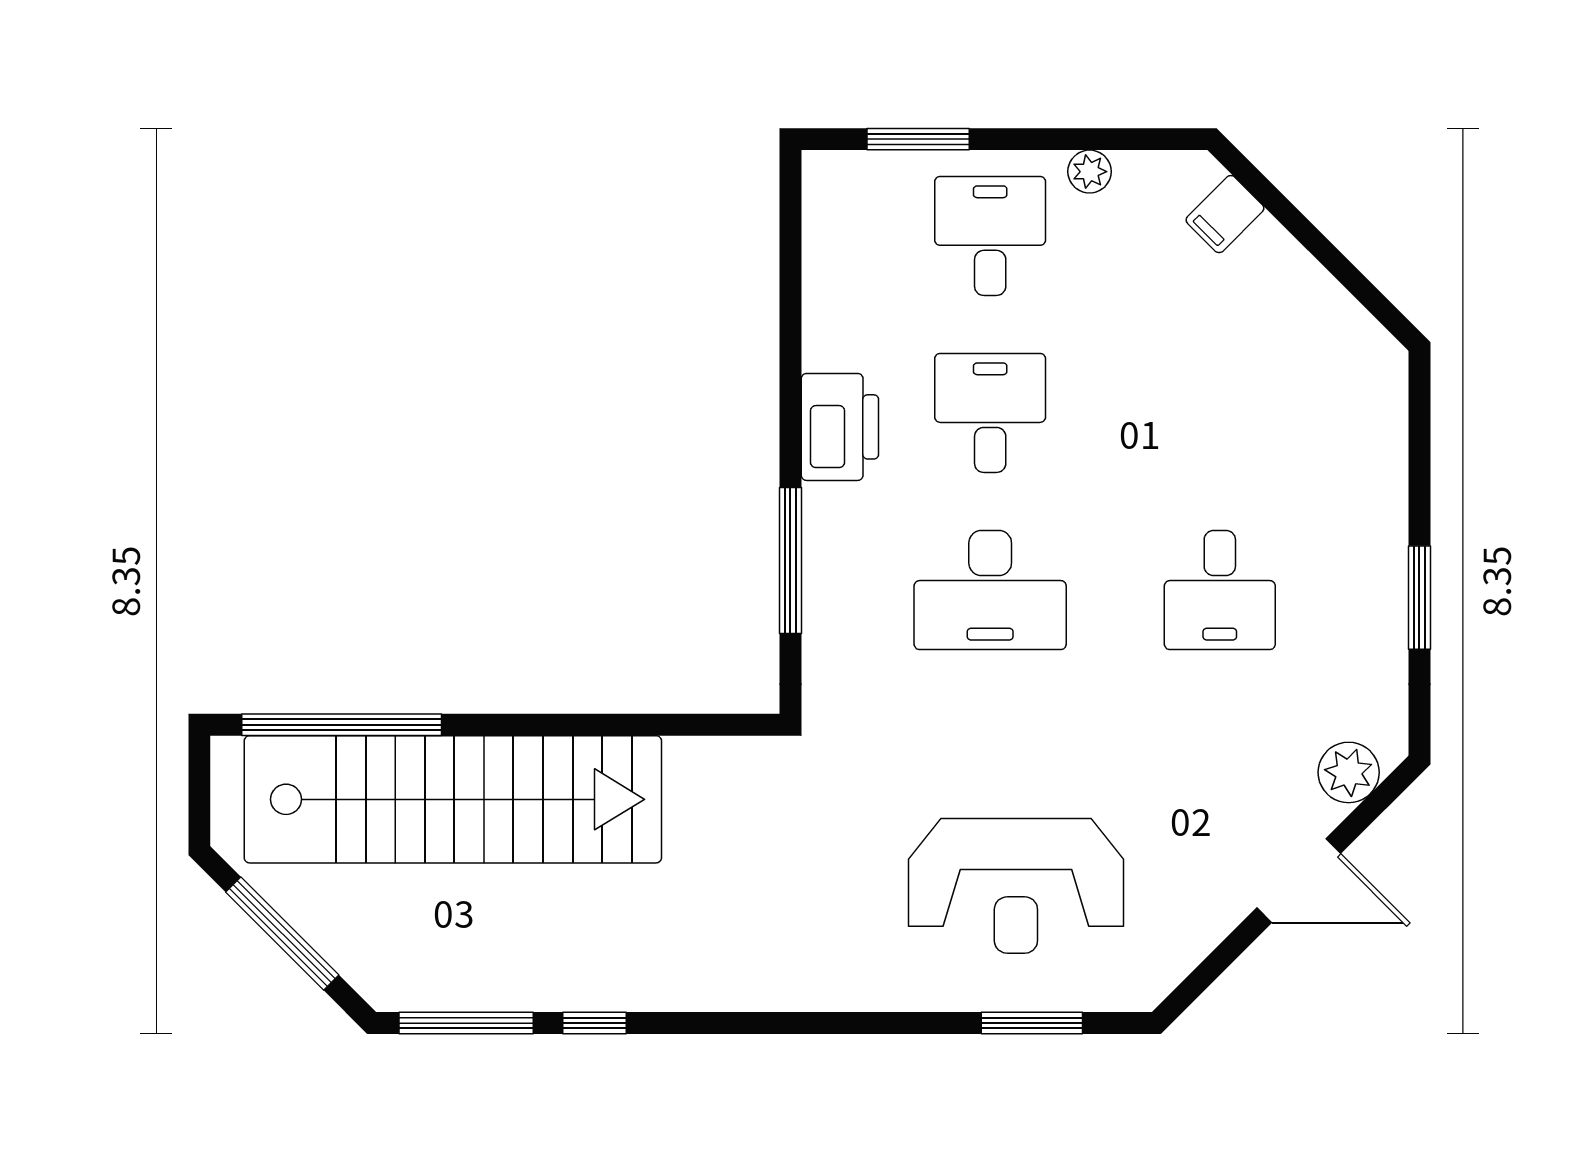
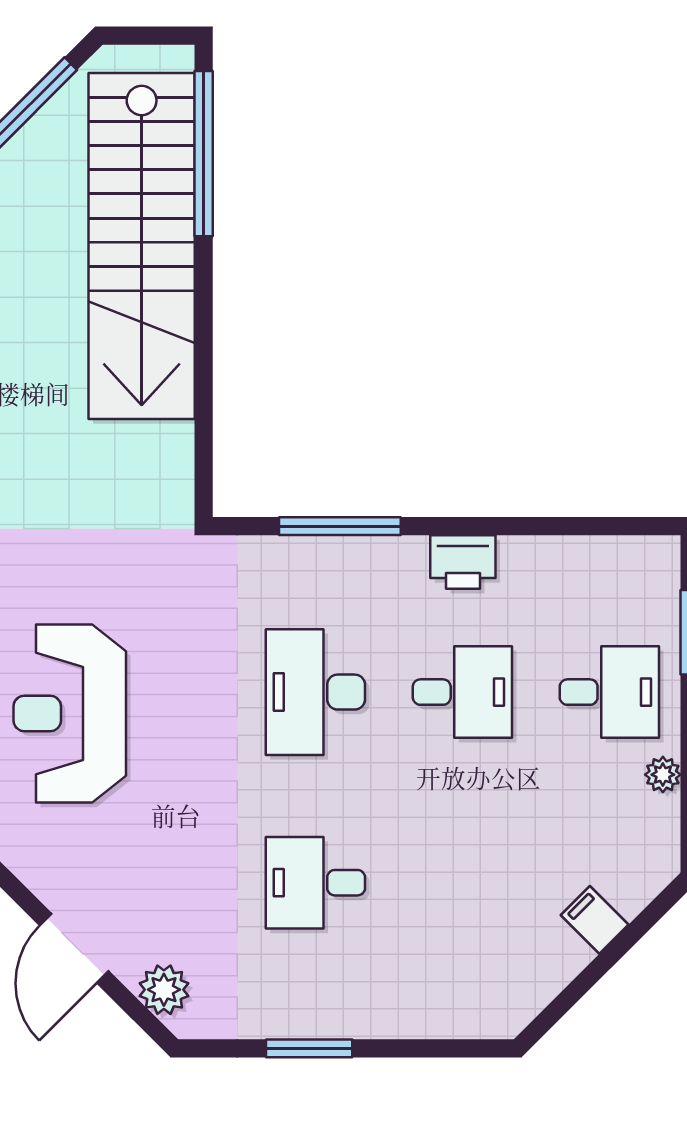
filing cabinet: (1225, 214) -> (595, 920), moved
printer: (840, 427) -> (463, 562), width x0.73, depth x0.84

